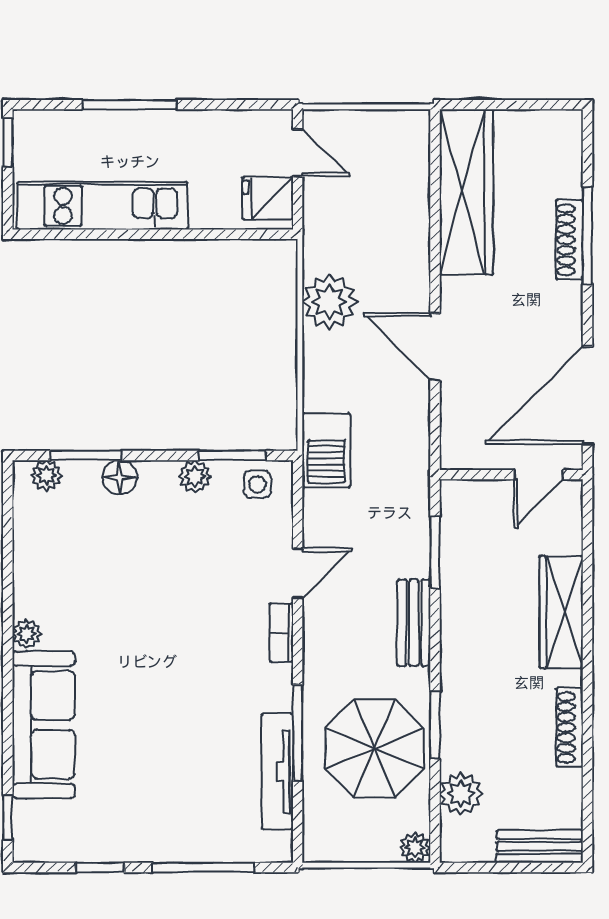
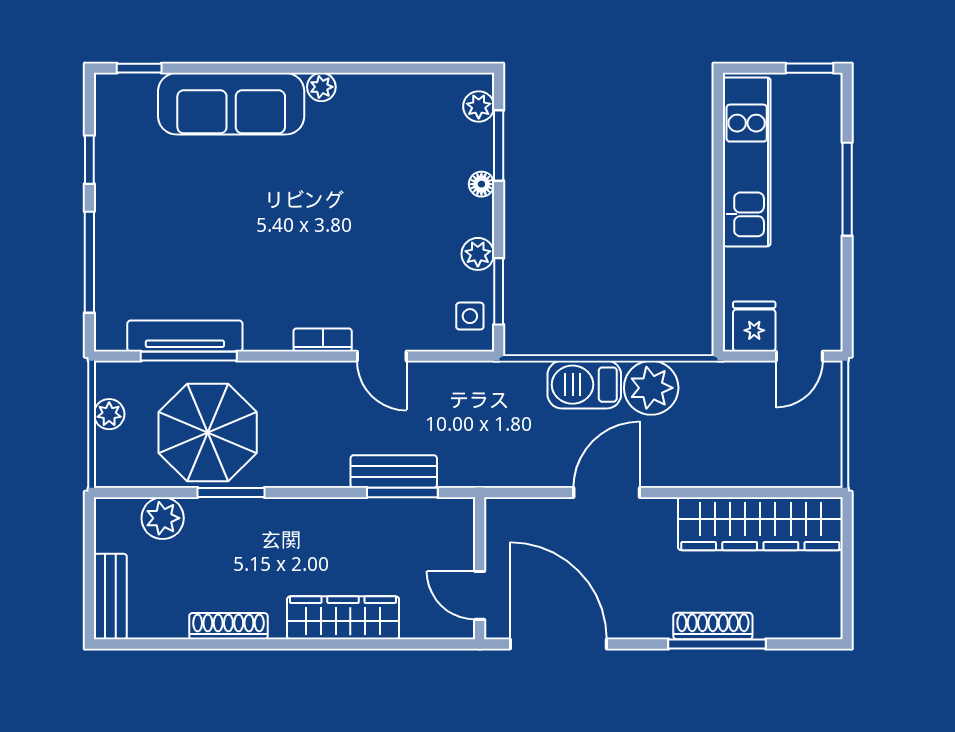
barbecue: (326, 450) -> (584, 385), moved
floor lamp: (120, 477) -> (481, 184), width x0.73, depth x0.73
bench: (414, 623) -> (394, 471), moved
window: (298, 733) -> (189, 356), moved
plant: (415, 848) -> (109, 414), moved

